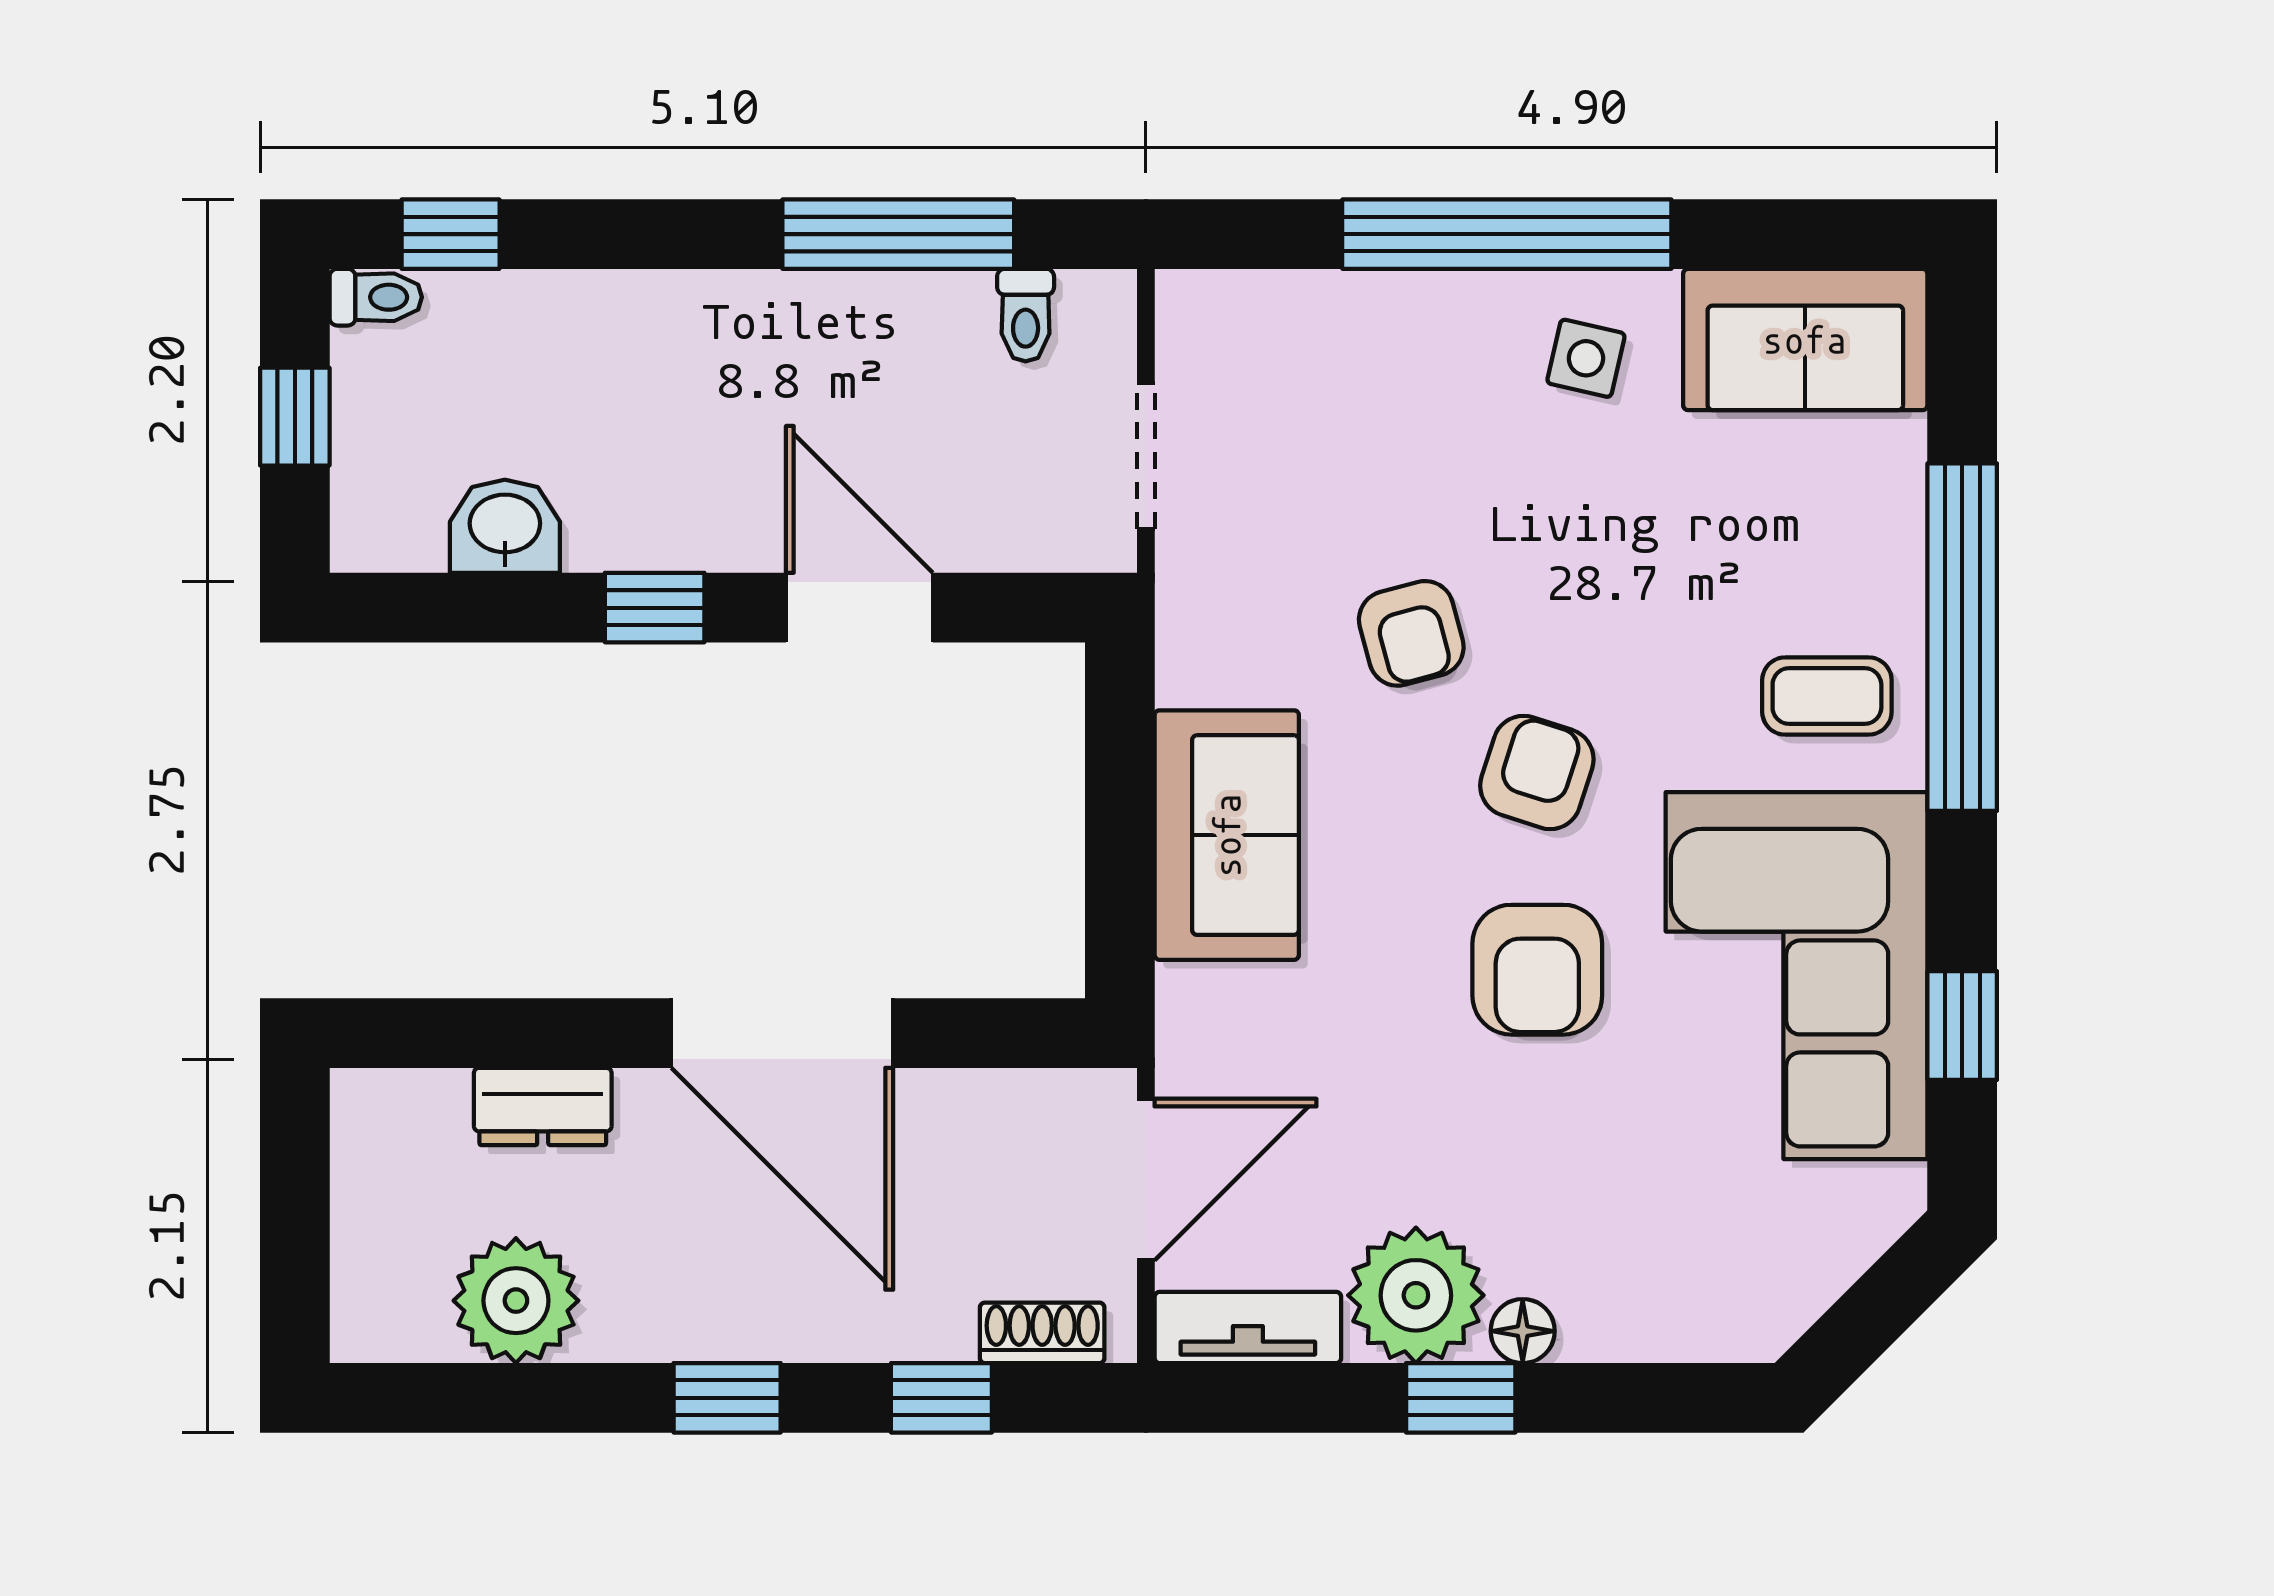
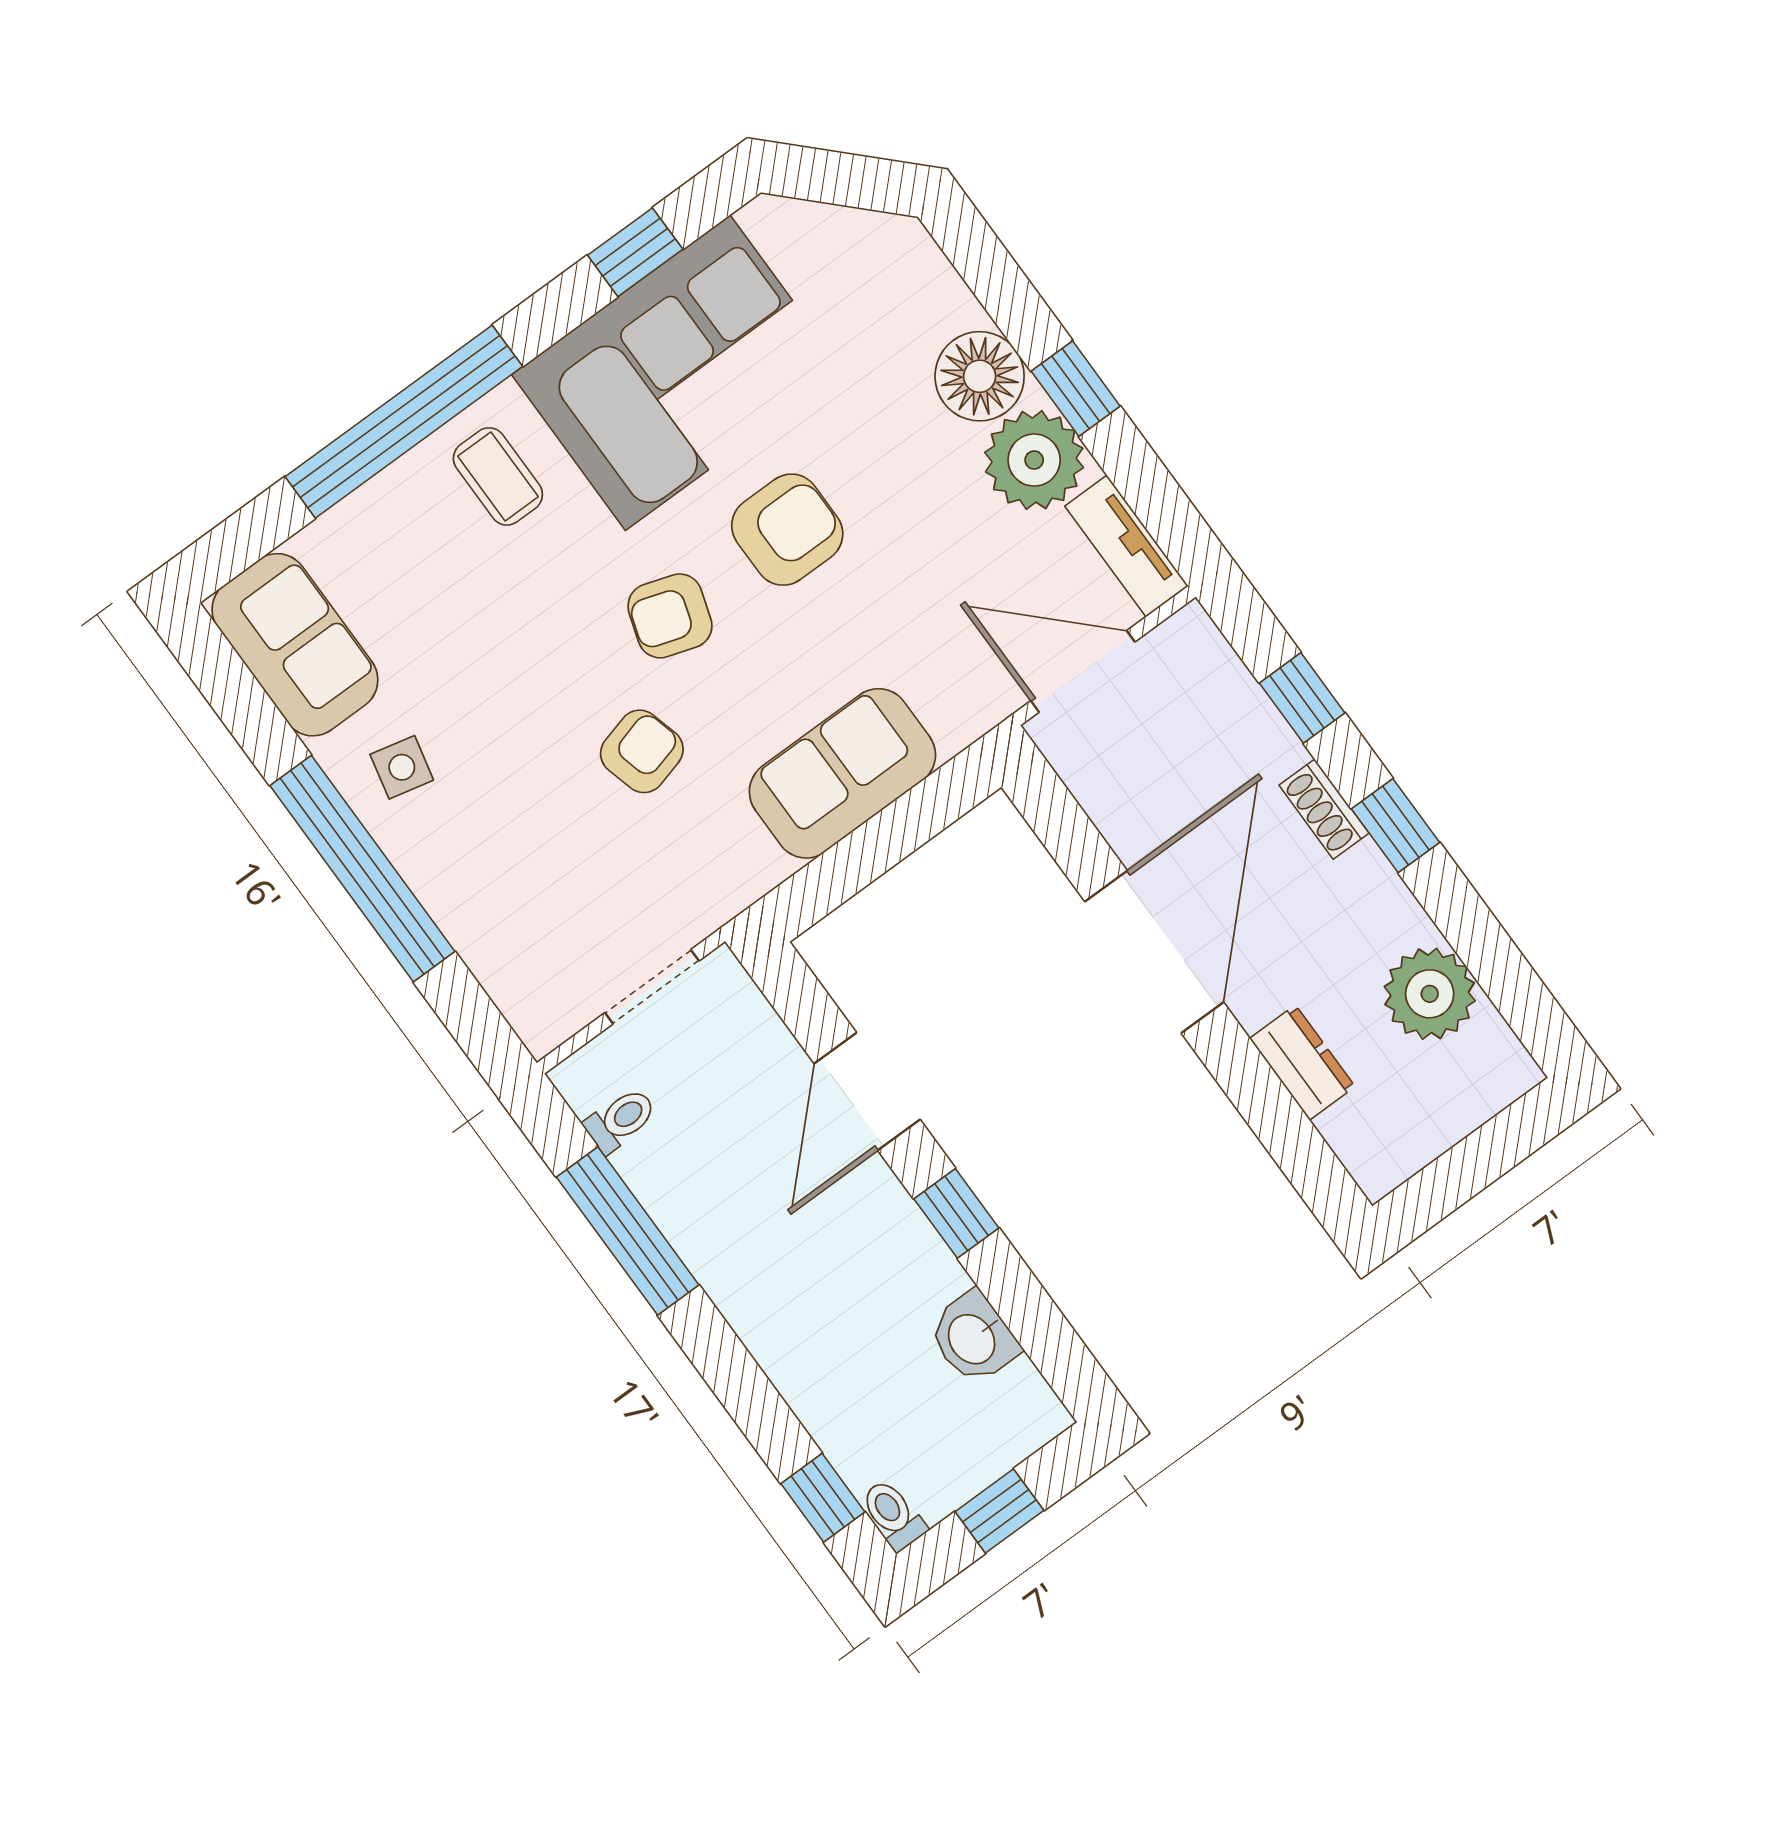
floor lamp: (1523, 1331) -> (980, 376), width x1.89, depth x1.89
shoe rack: (1042, 1333) -> (1324, 809), moved

